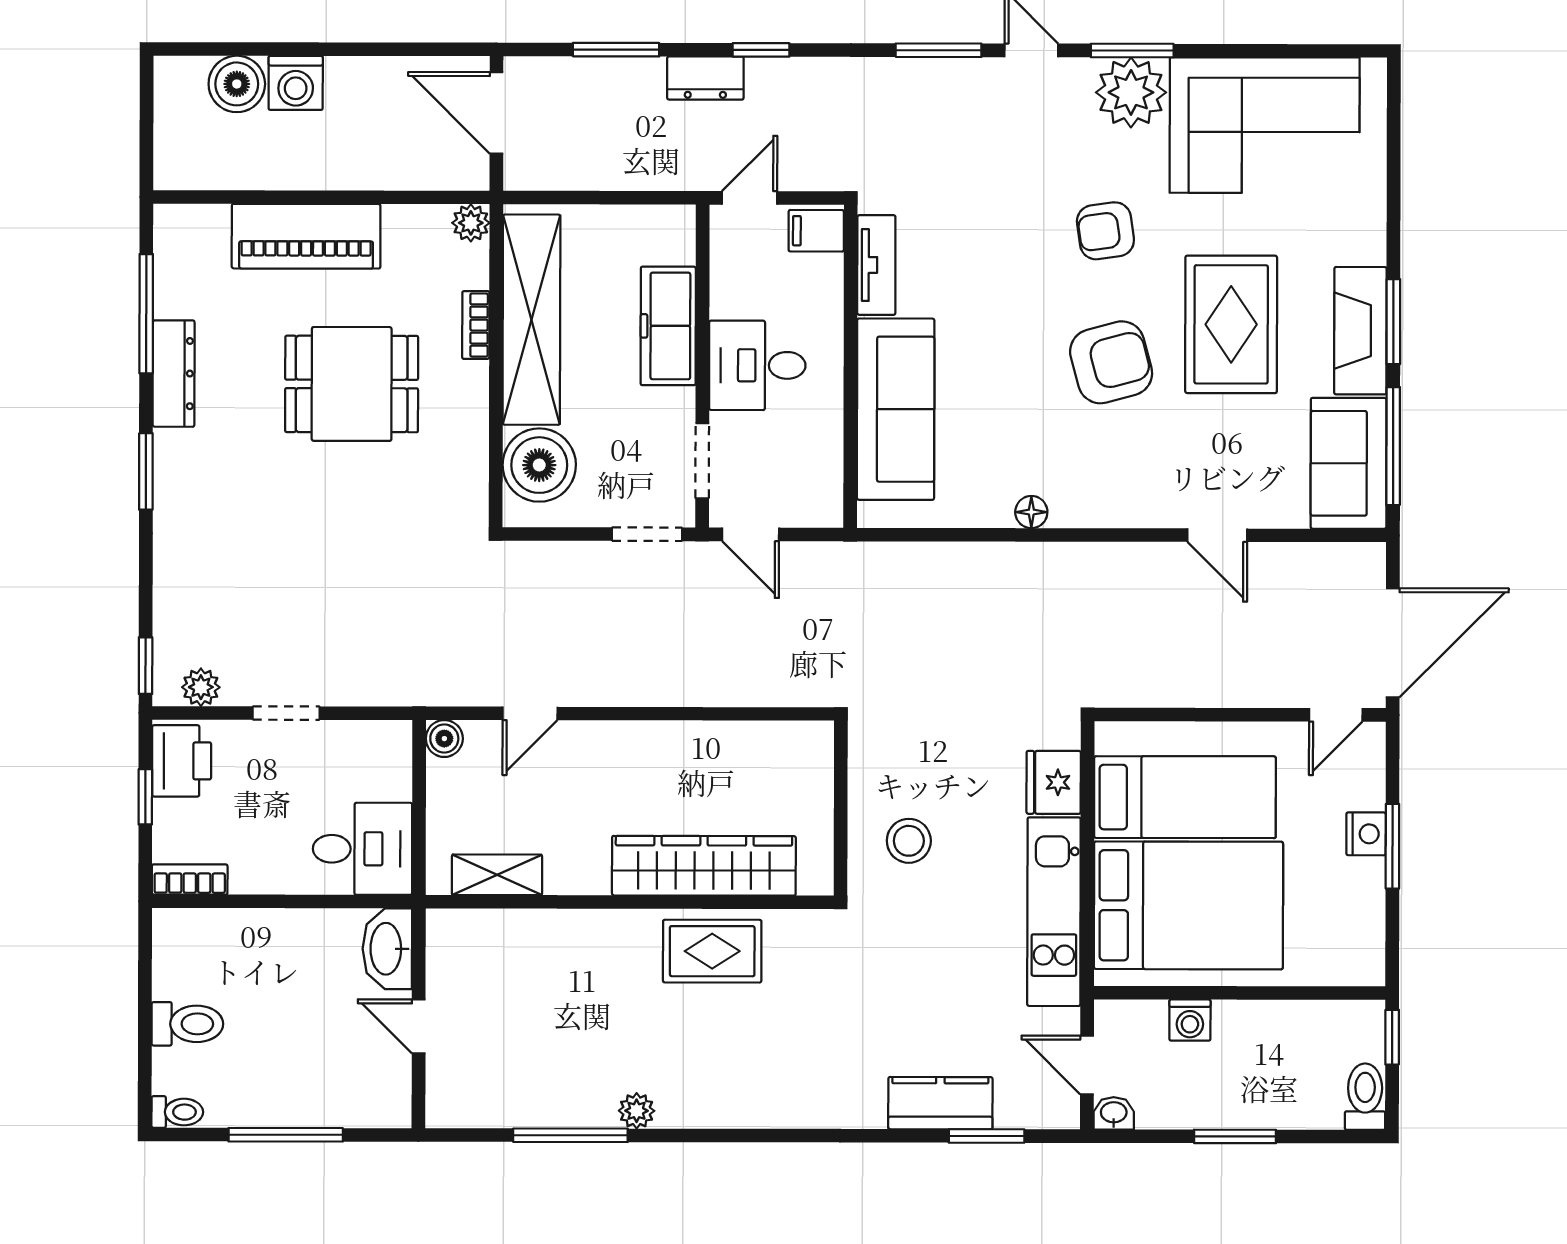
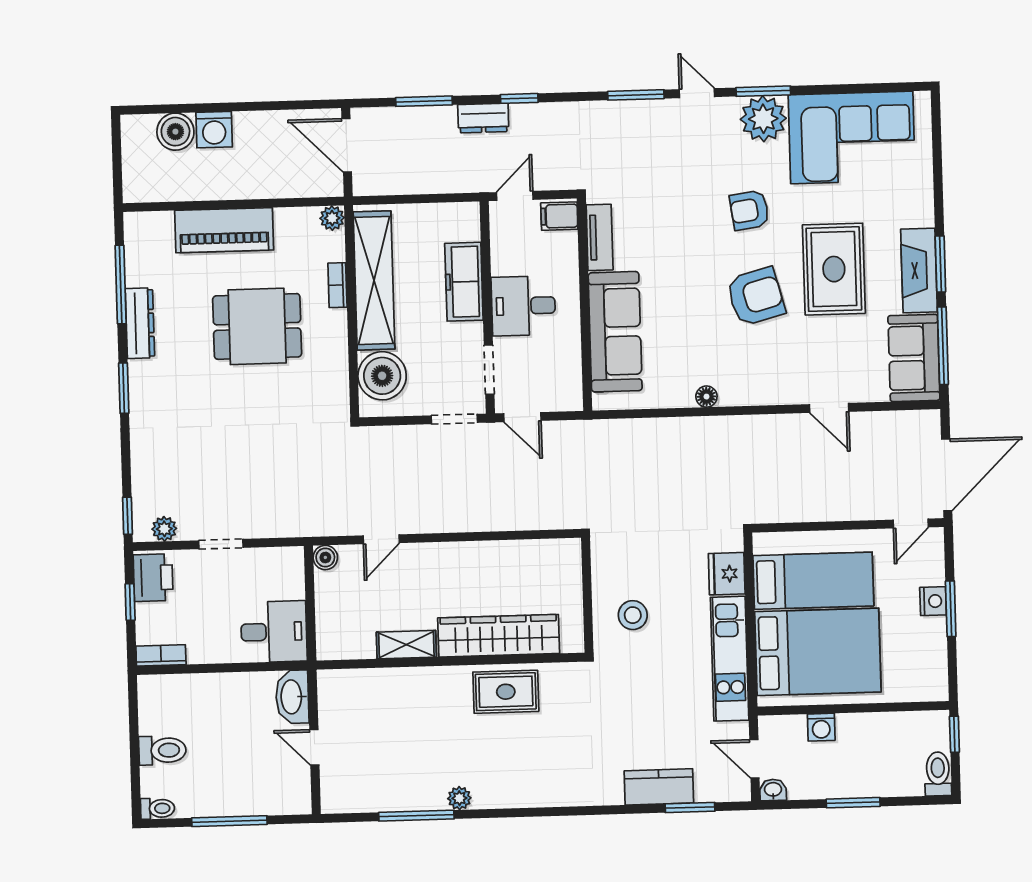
shelving: (497, 875) -> (406, 645), moved

